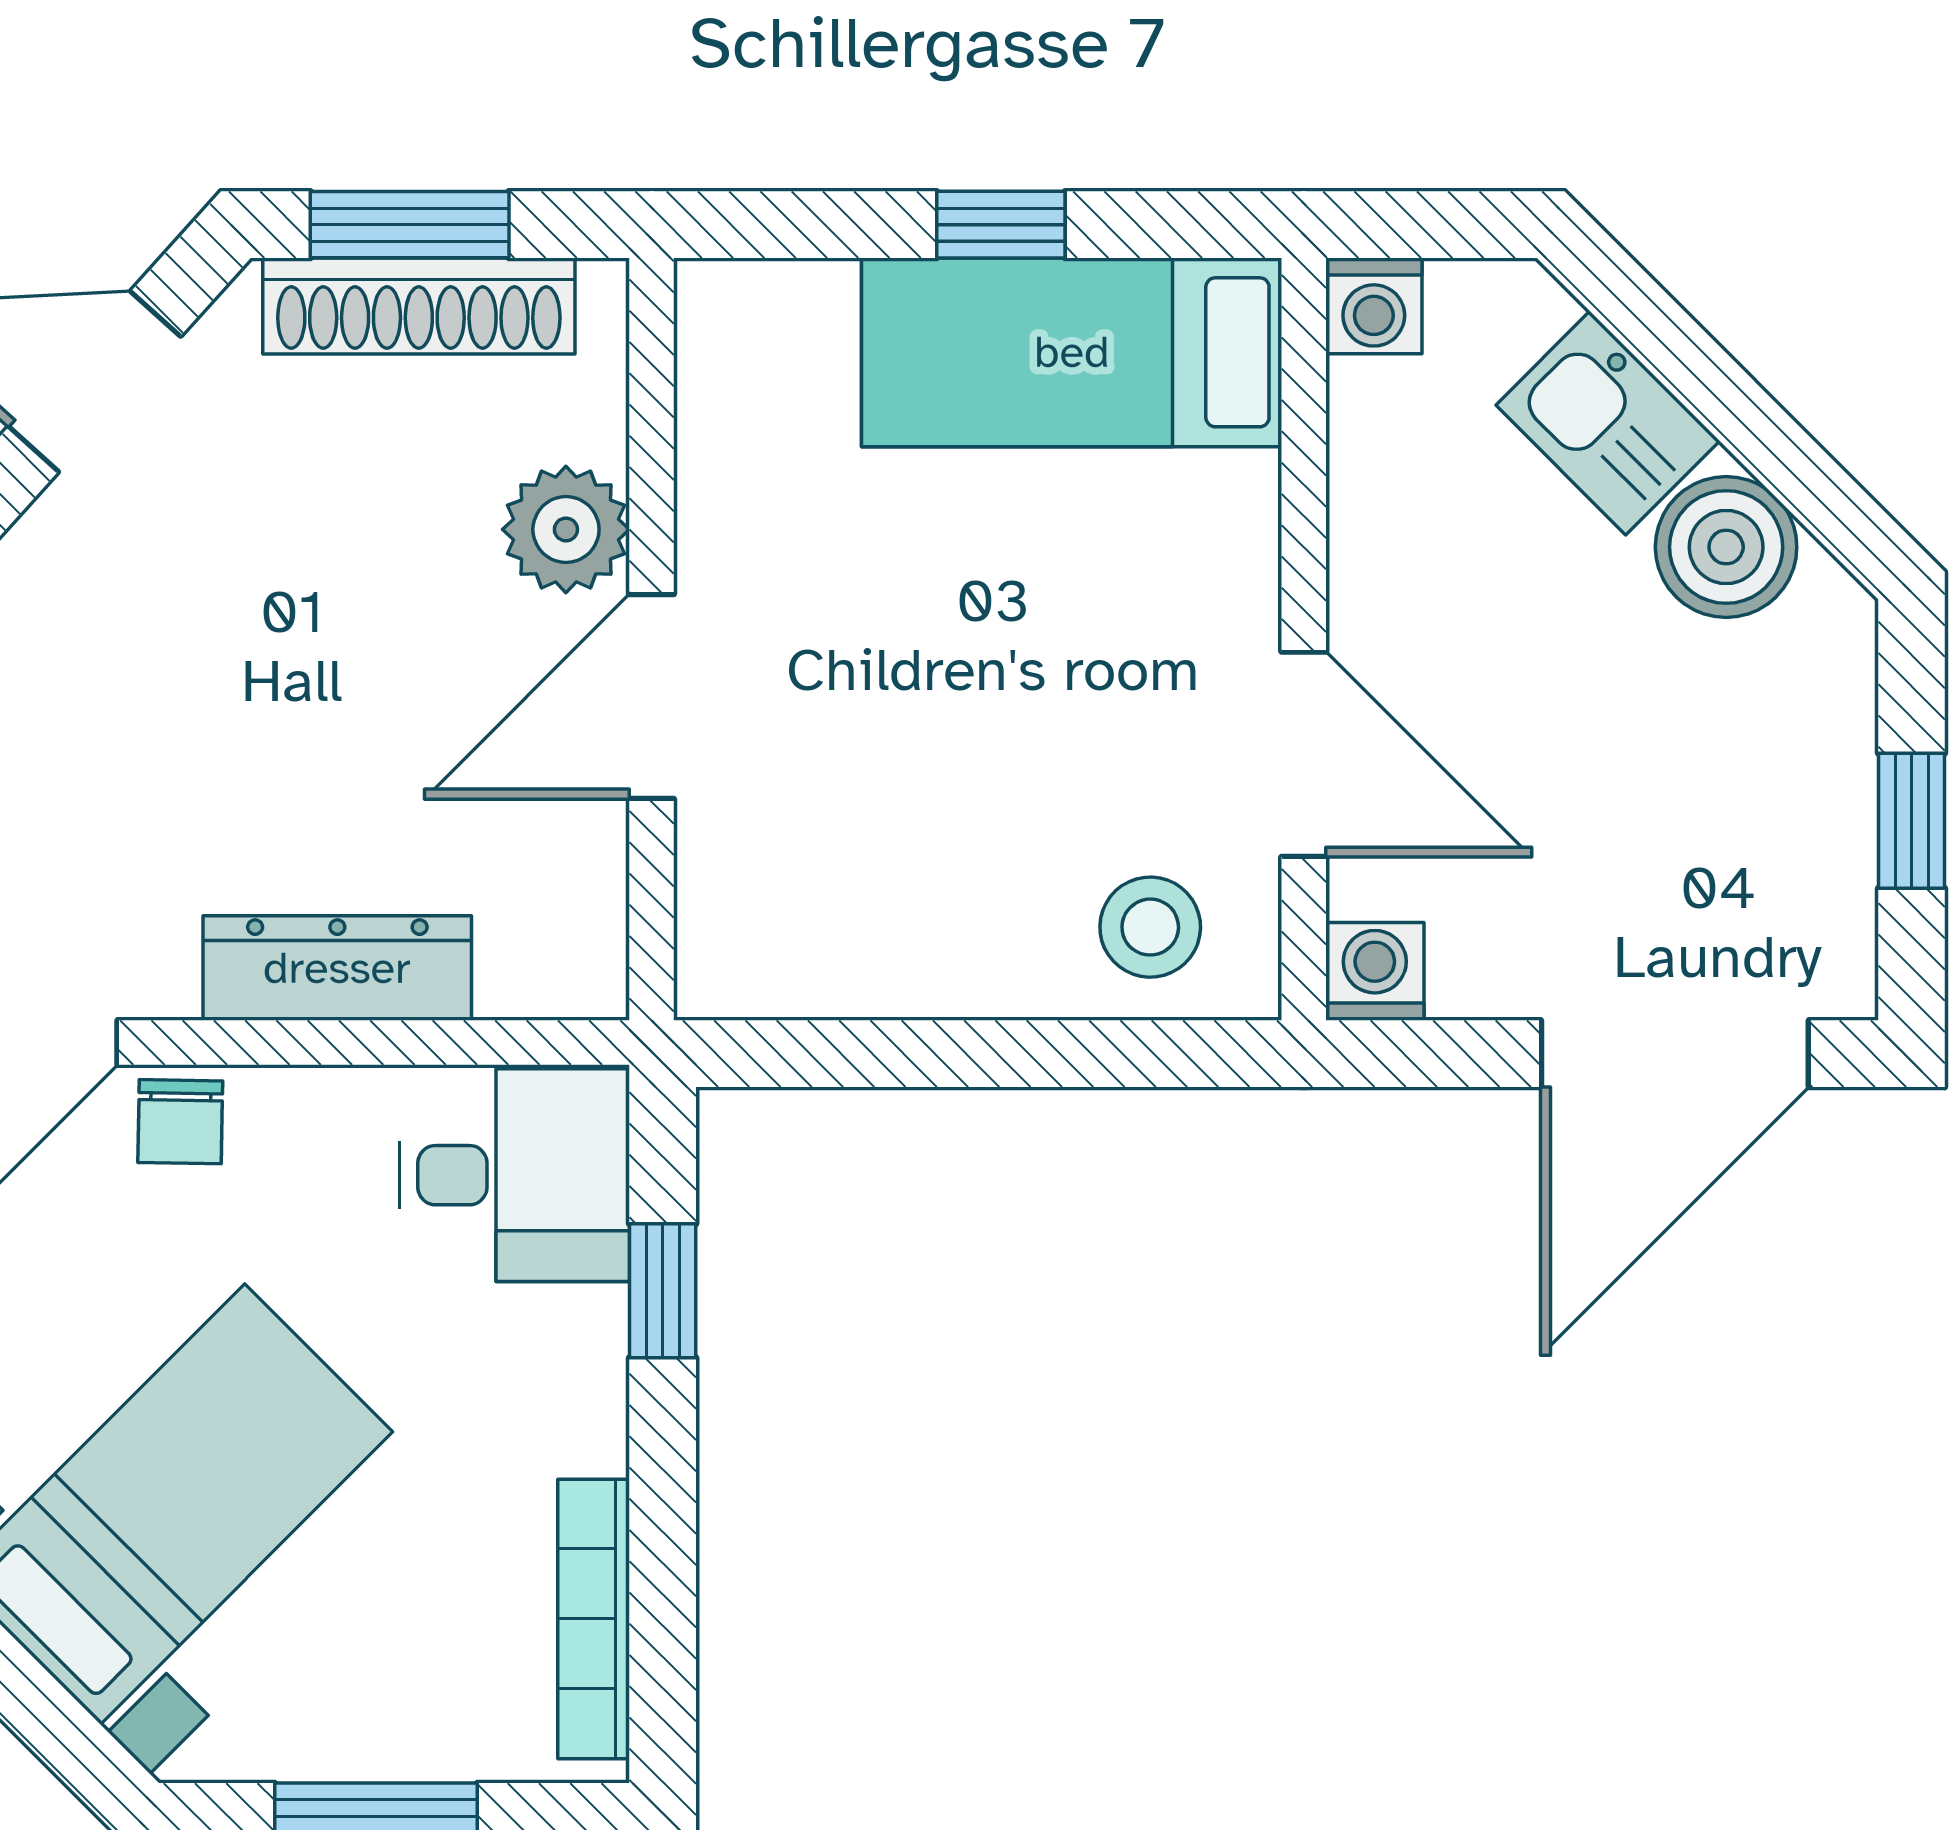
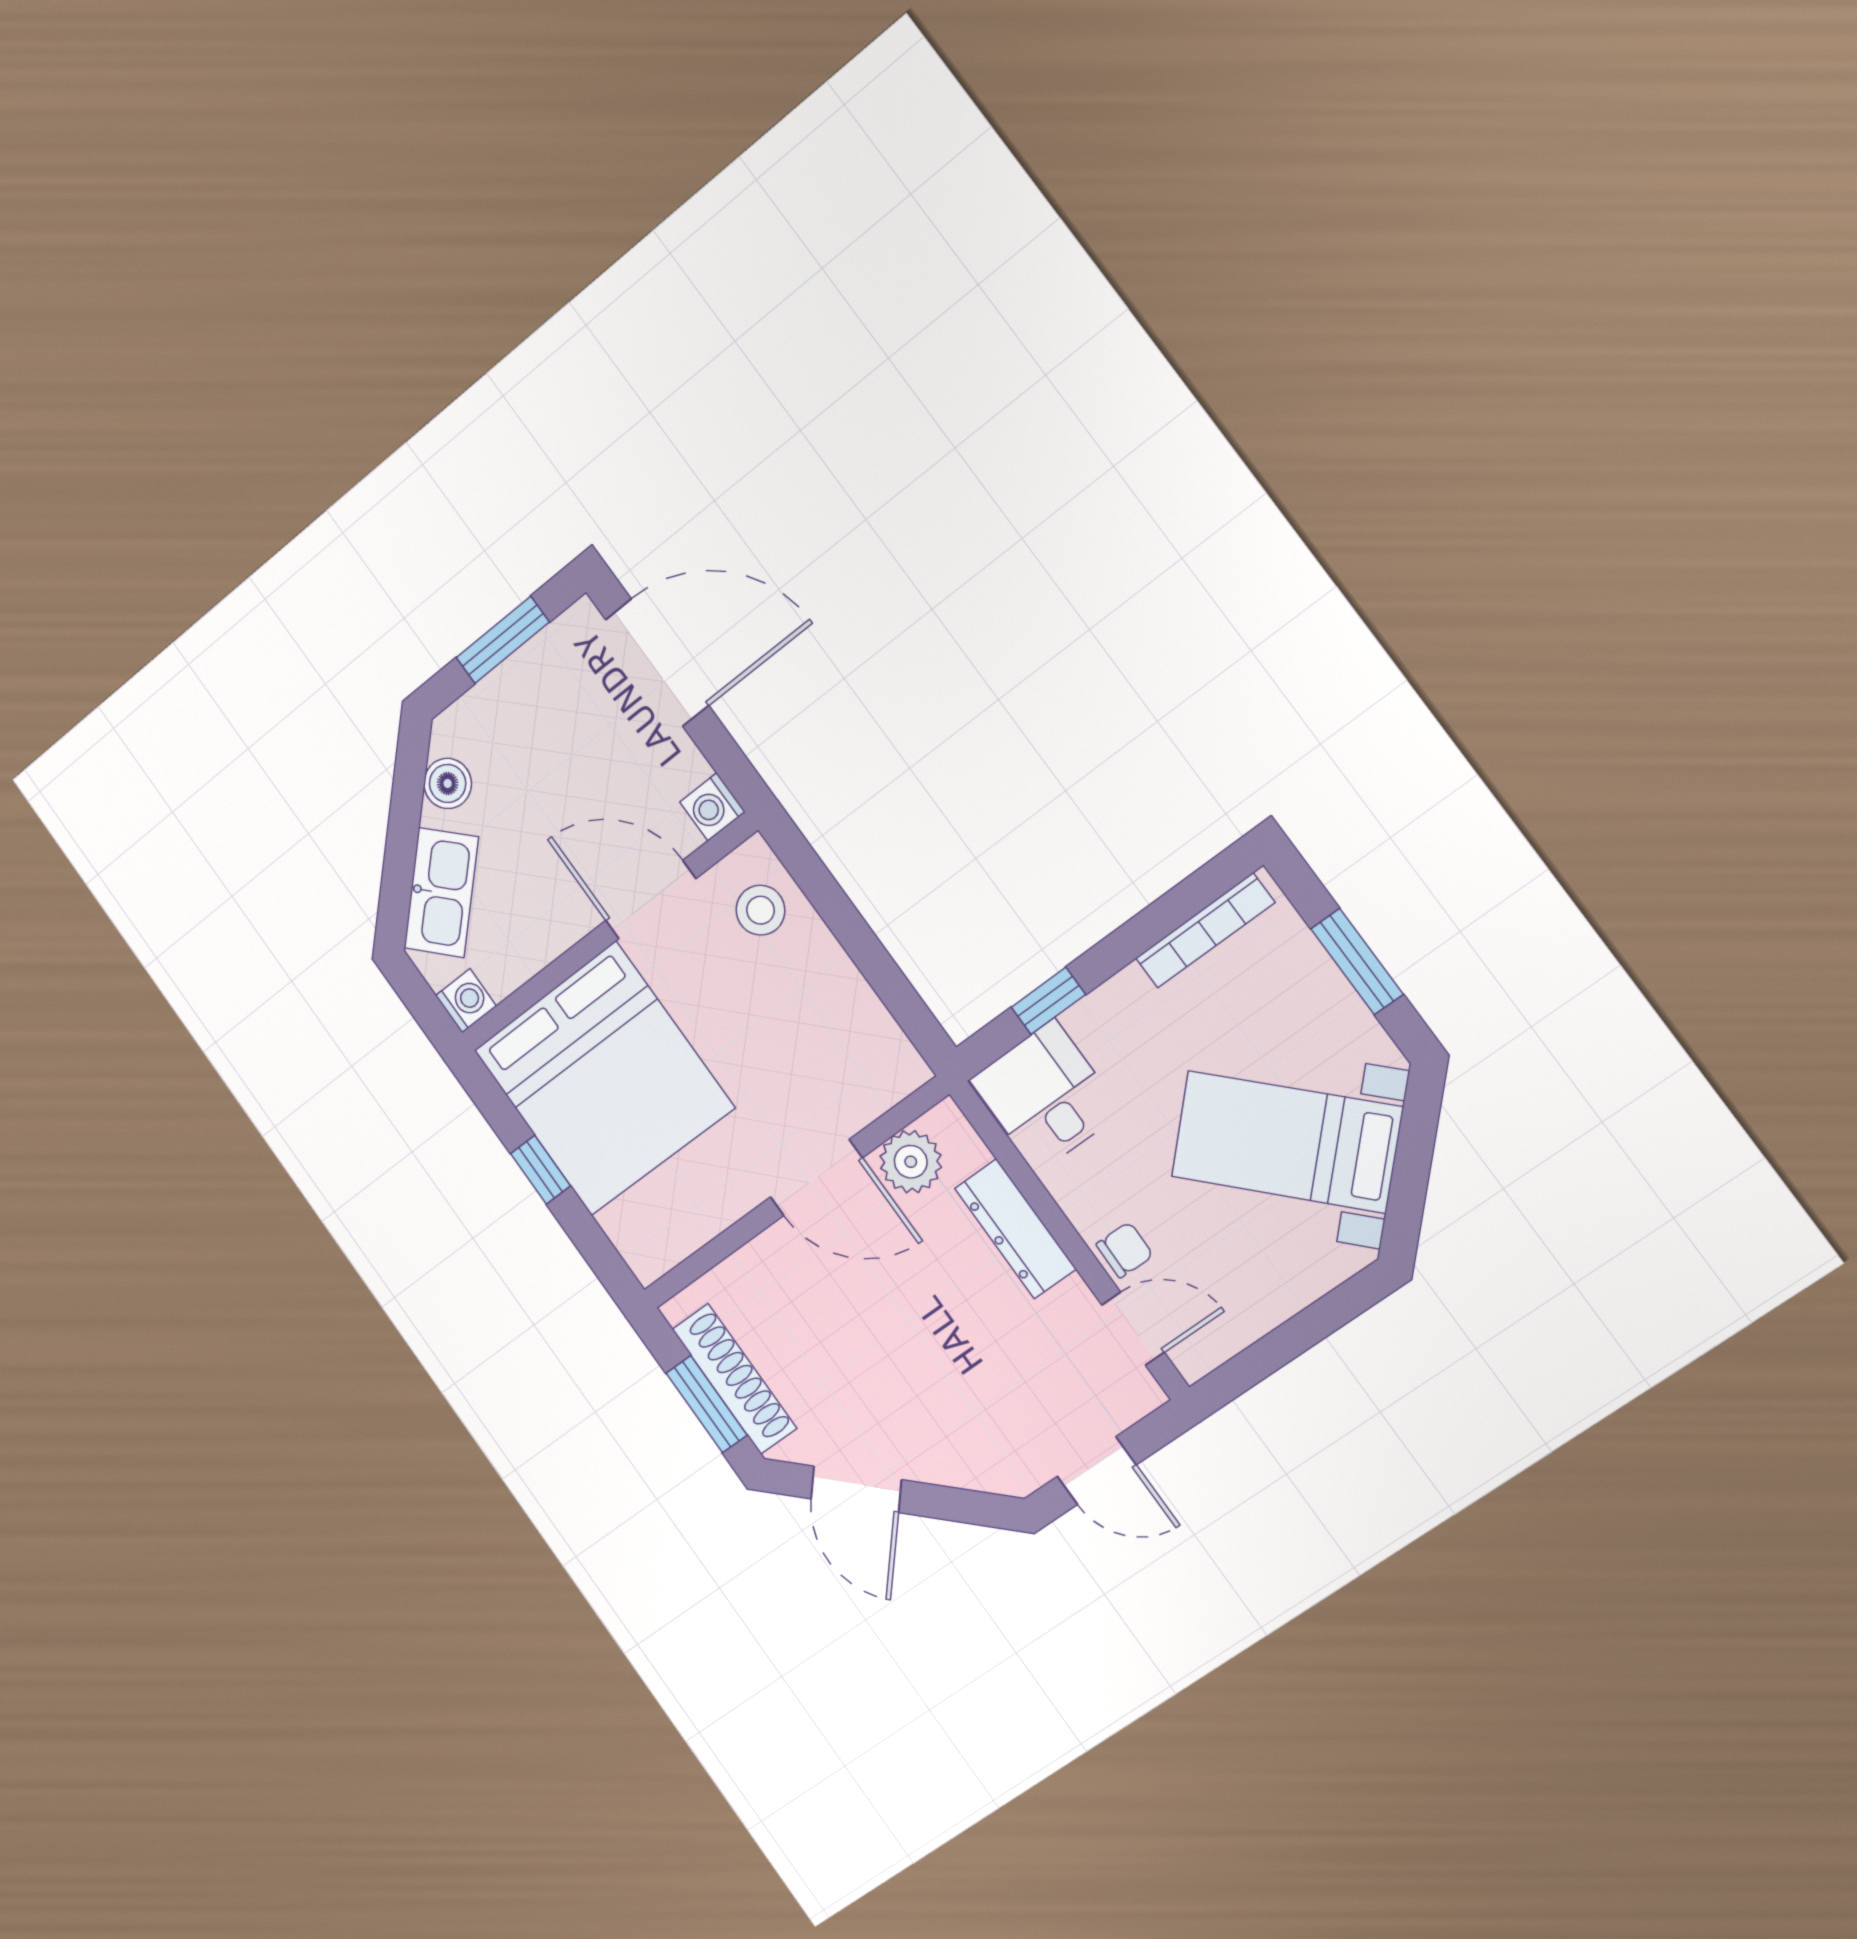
bed: (1072, 352) -> (604, 1079), width x2.04
kitchen sink: (1608, 423) -> (441, 893), width x1.38
plant: (566, 529) -> (911, 1162), moved
boiler: (1726, 547) -> (448, 783), width x0.73, depth x0.73
door: (1304, 754) -> (651, 900), hinge flipped
window: (1912, 821) -> (503, 640), width x1.50

